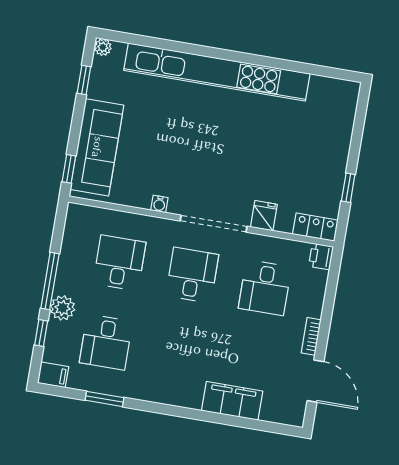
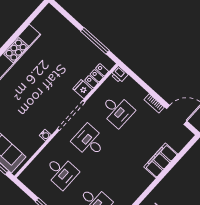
window: (348, 188) -> (95, 41), width x2.17
locker: (315, 227) -> (97, 76), moved
desk: (119, 263) -> (61, 172), turned 180

